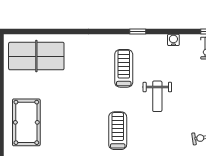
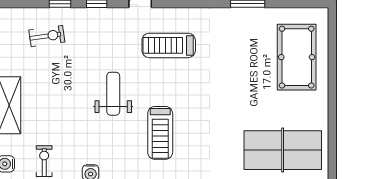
treadmill: (118, 131) -> (169, 45), turned 90

